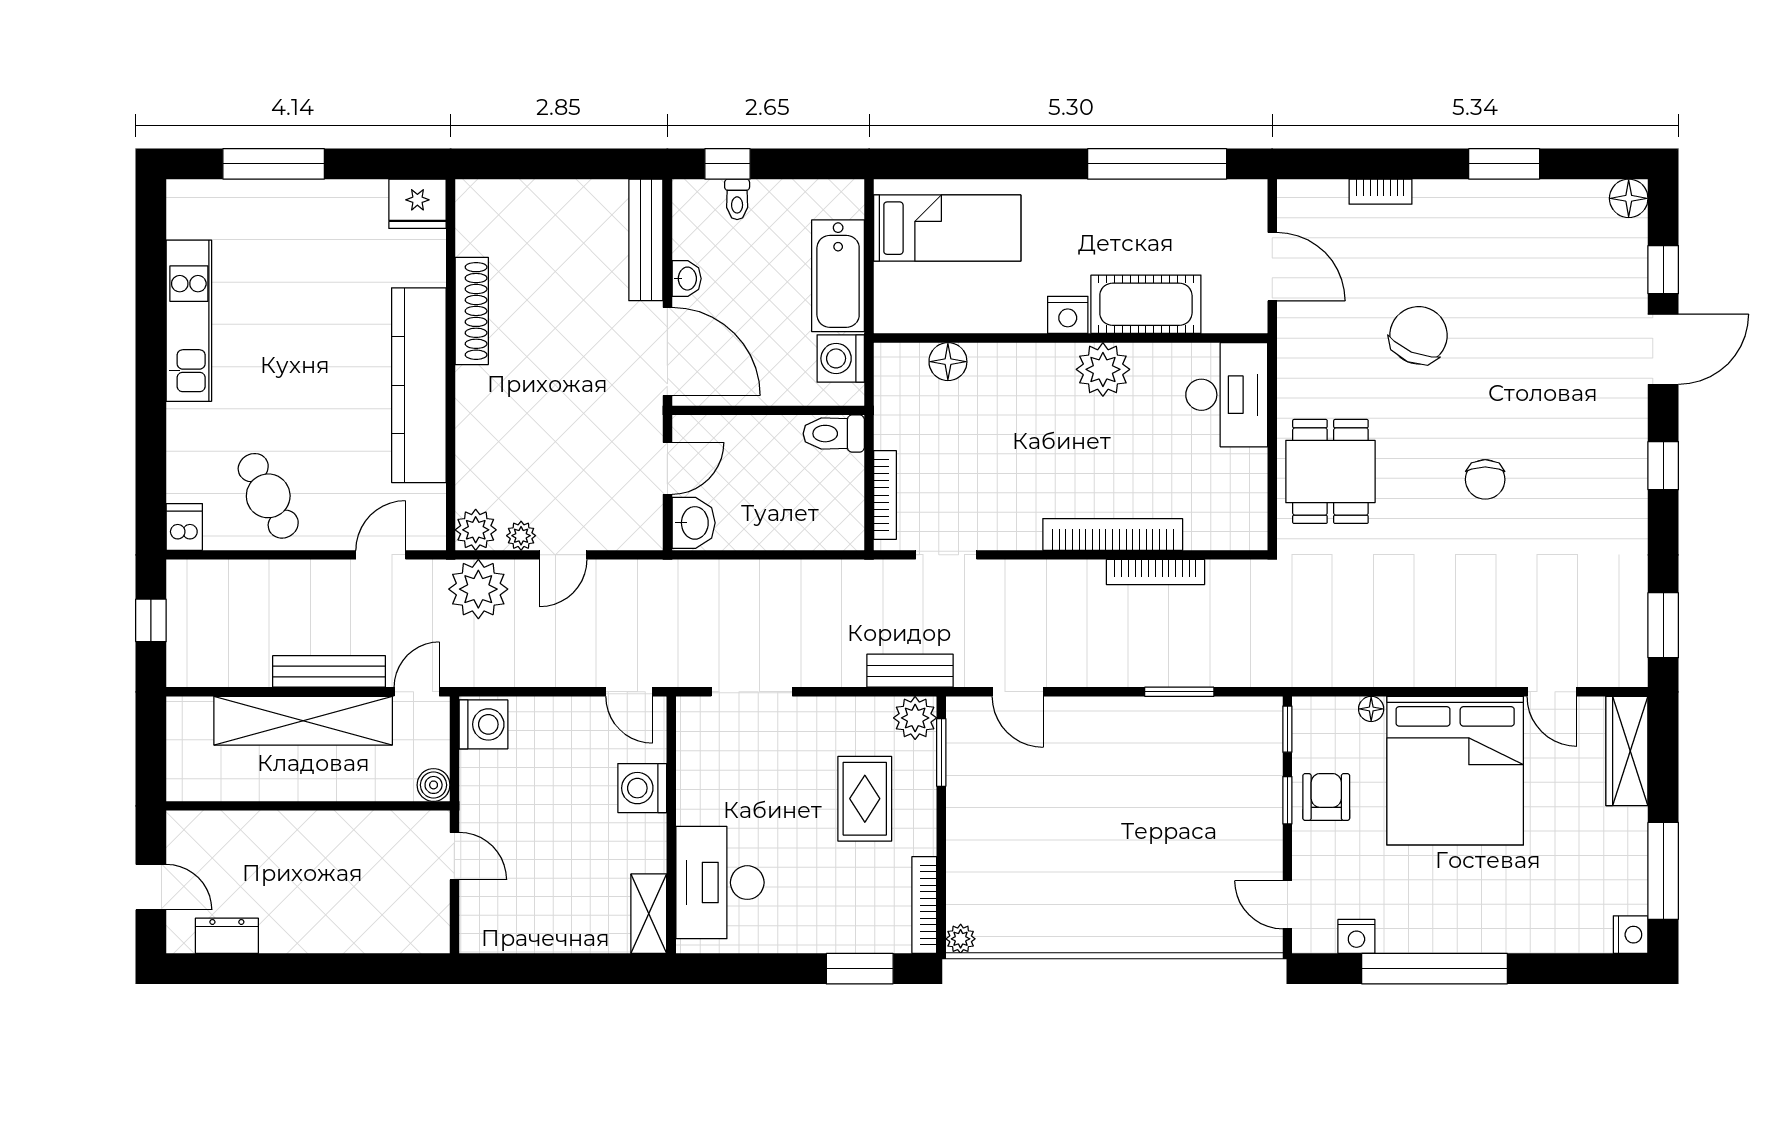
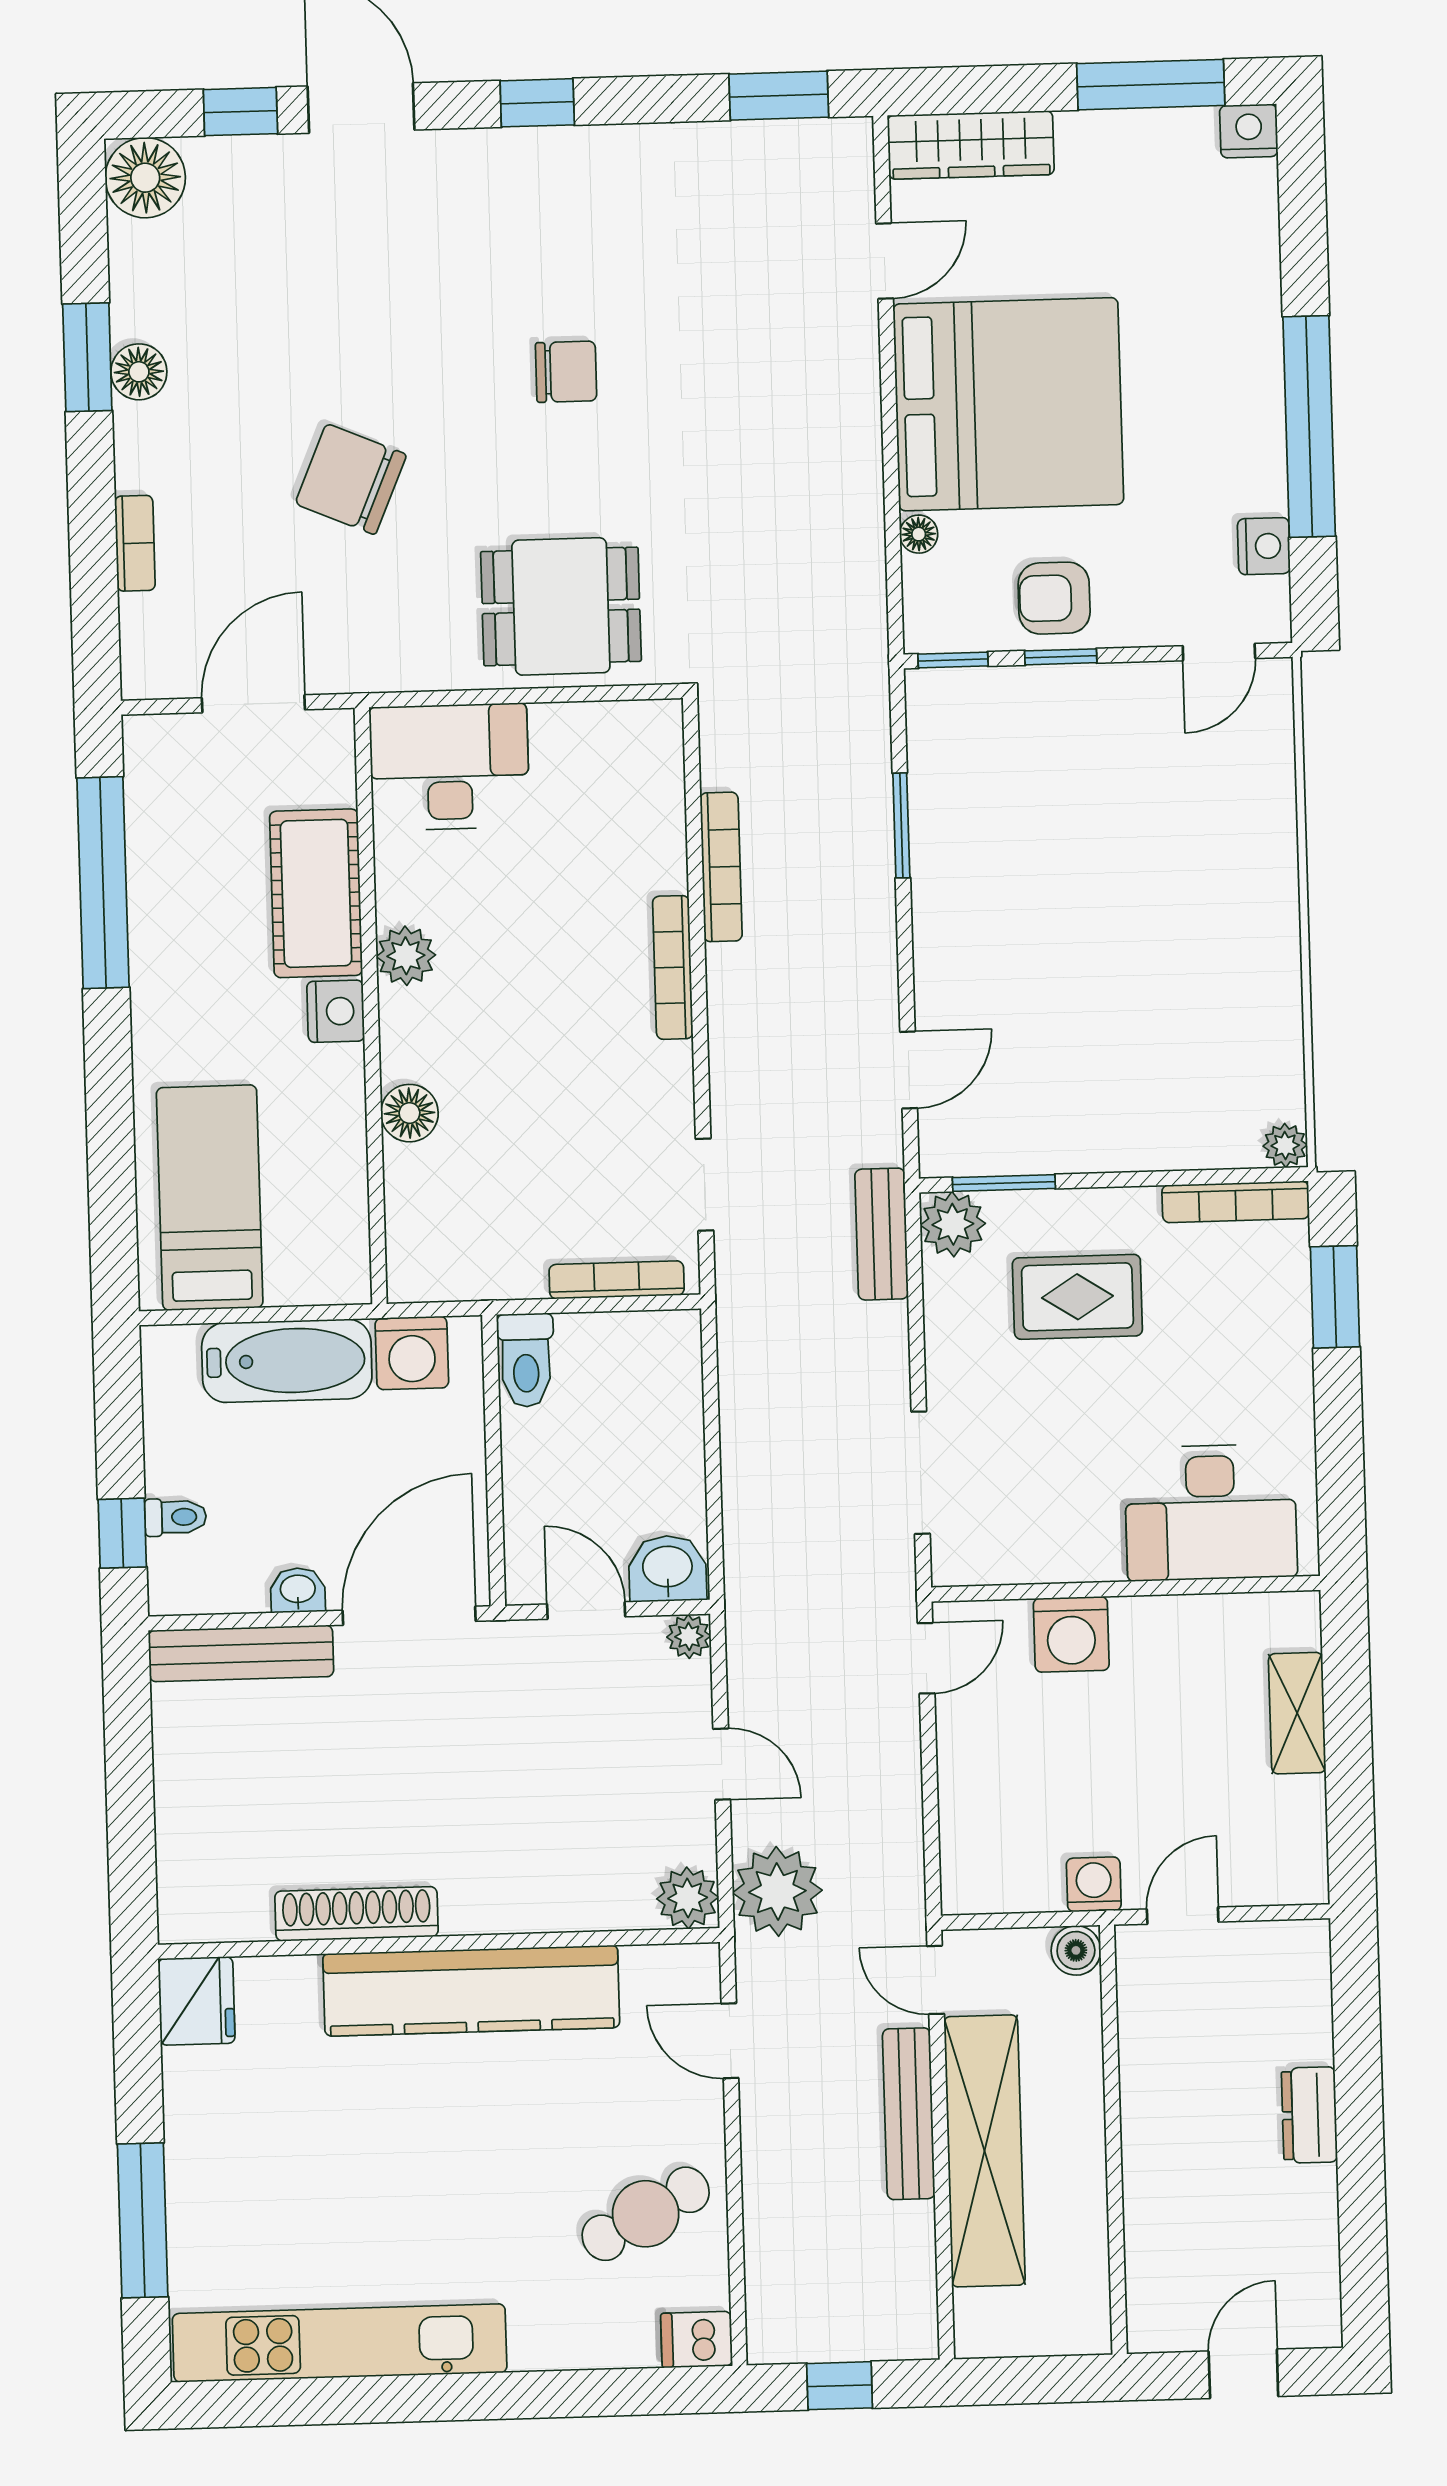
floor lamp: (1493, 198) -> (139, 372), added
floor lamp: (1629, 198) -> (145, 178), width x1.38, depth x1.38
kitchen unit: (189, 321) -> (340, 2343), width x1.36
floor lamp: (948, 362) -> (409, 1113), moved
plant: (1103, 369) -> (406, 956), width x0.73, depth x0.73
bookcase: (1113, 534) -> (673, 967), width x0.68, depth x0.76
plant: (521, 536) -> (689, 1636), moved
washing machine: (483, 724) -> (1094, 1884), moved, width x0.73, depth x0.73
shelving: (649, 914) -> (1297, 1713), moved, turned 90
dresser: (227, 936) -> (1309, 2115), moved

